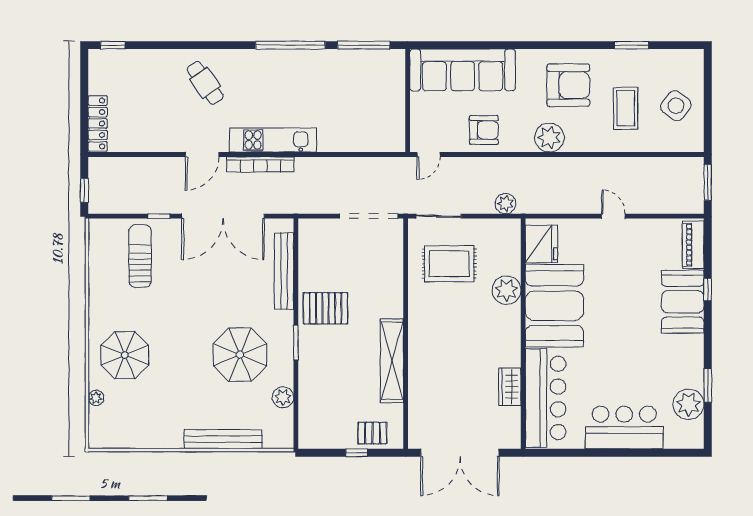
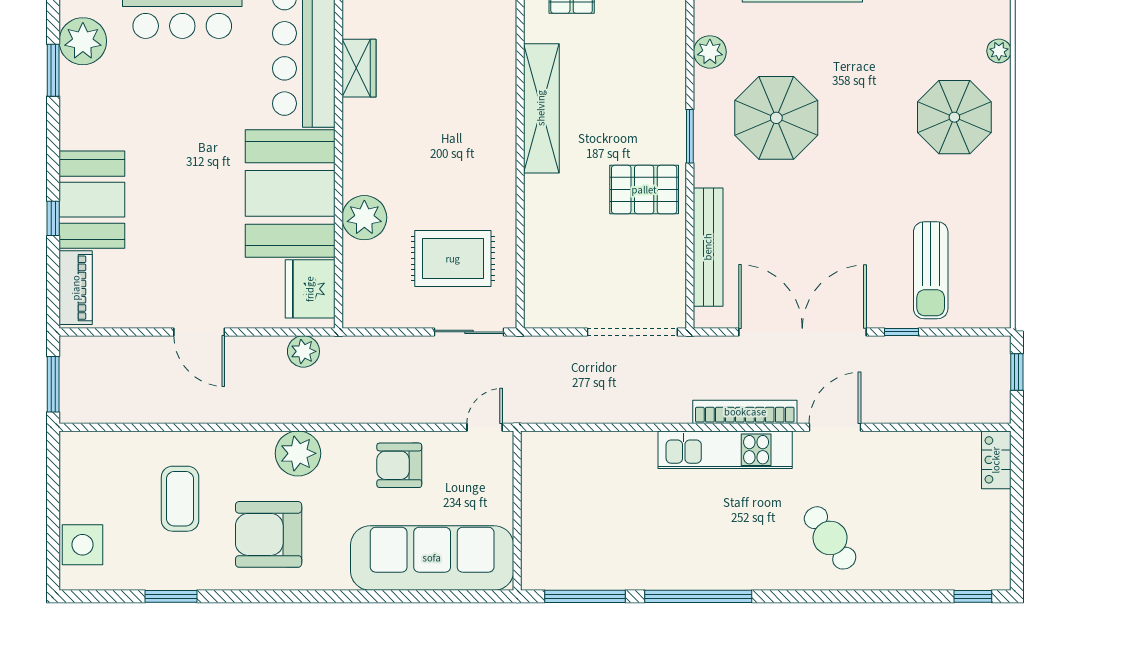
side table: (676, 106) -> (82, 545), moved, turned -36
locker: (98, 124) -> (996, 460), width x0.66
plant: (505, 204) -> (303, 351), moved
doorway: (369, 216) -> (632, 332), moved
door: (613, 216) -> (199, 332), width x1.37

